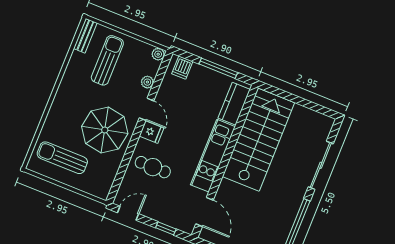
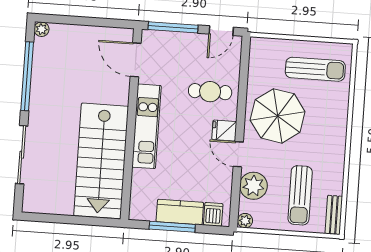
plant: (147, 82) -> (253, 186), width x1.87, depth x1.87
kitchen counter: (234, 104) -> (180, 212), moved, turned -90
window: (166, 228) -> (173, 27), width x2.17

